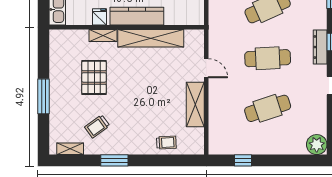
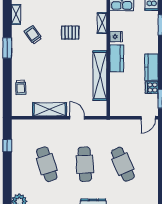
kitchen counter: (137, 16) -> (117, 58), width x0.67
shelving: (103, 35) -> (102, 23), moved
door: (206, 68) -> (77, 118), swing flipped
pallet: (94, 77) -> (70, 33), width x0.67, depth x0.71

